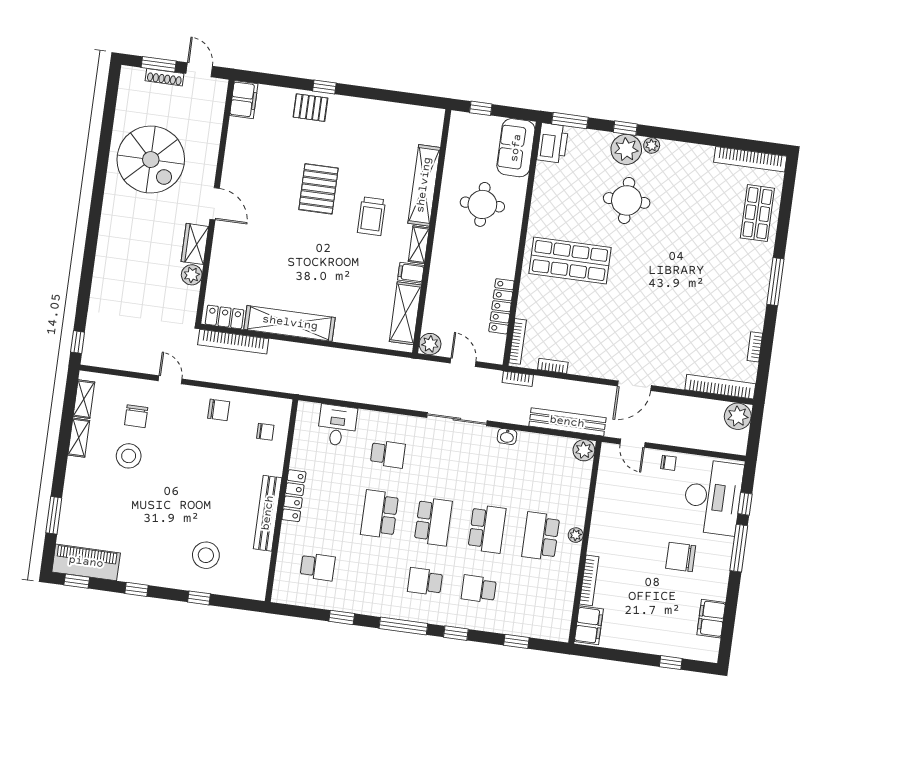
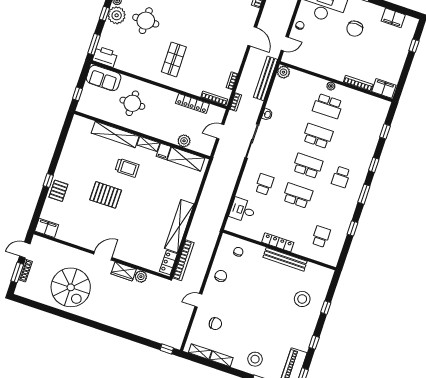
spiral stairs: (151, 160) -> (71, 287), turned 90
shop shelf: (570, 261) -> (174, 59), width x0.70, depth x0.74
plant: (430, 344) -> (184, 141), moved
stool: (129, 456) -> (255, 359), moved
school desk: (380, 514) -> (298, 196), turned 180
school desk: (479, 589) -> (351, 147), removed
window: (403, 626) -> (364, 194), width x0.69

